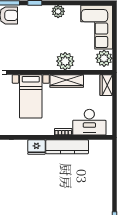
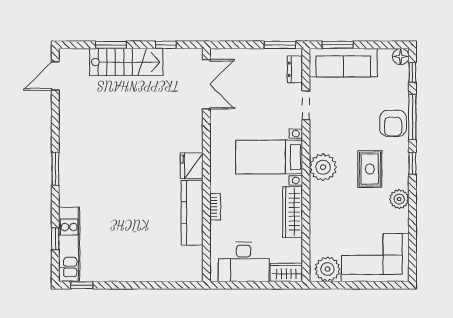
rug: (39, 31) -> (370, 169), added
plant: (65, 61) -> (323, 167), moved
desk: (89, 122) -> (244, 262), moved, turned -90

